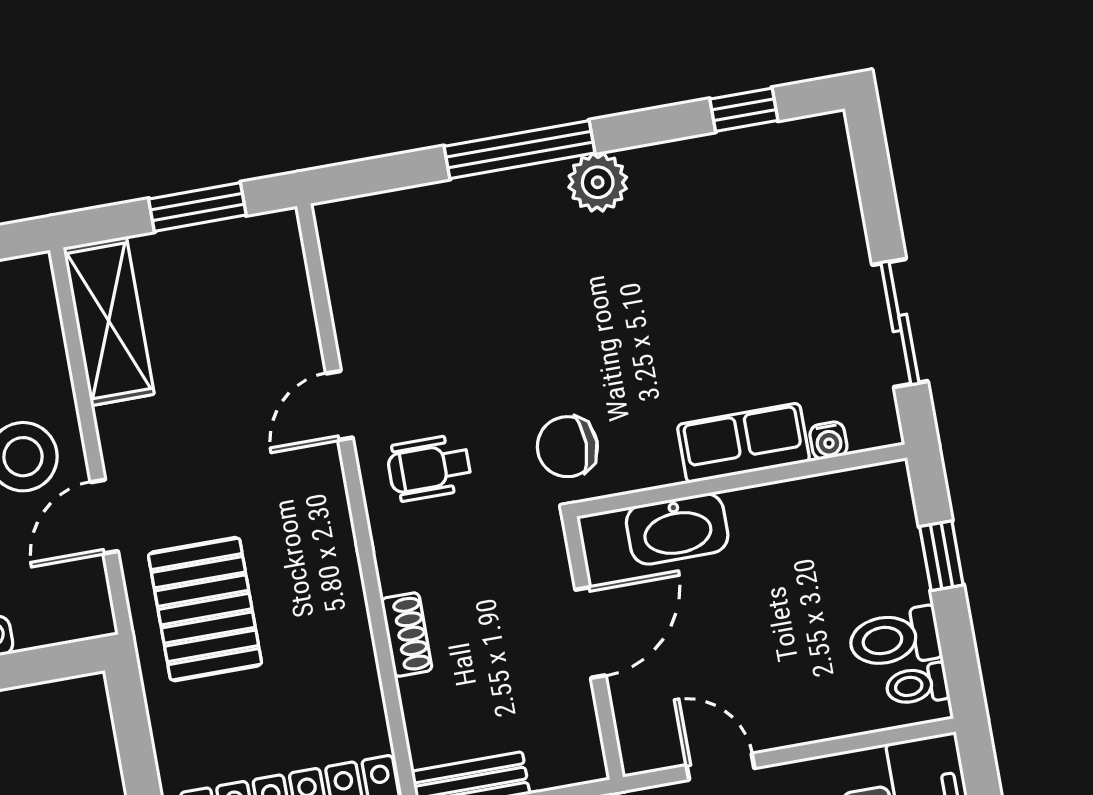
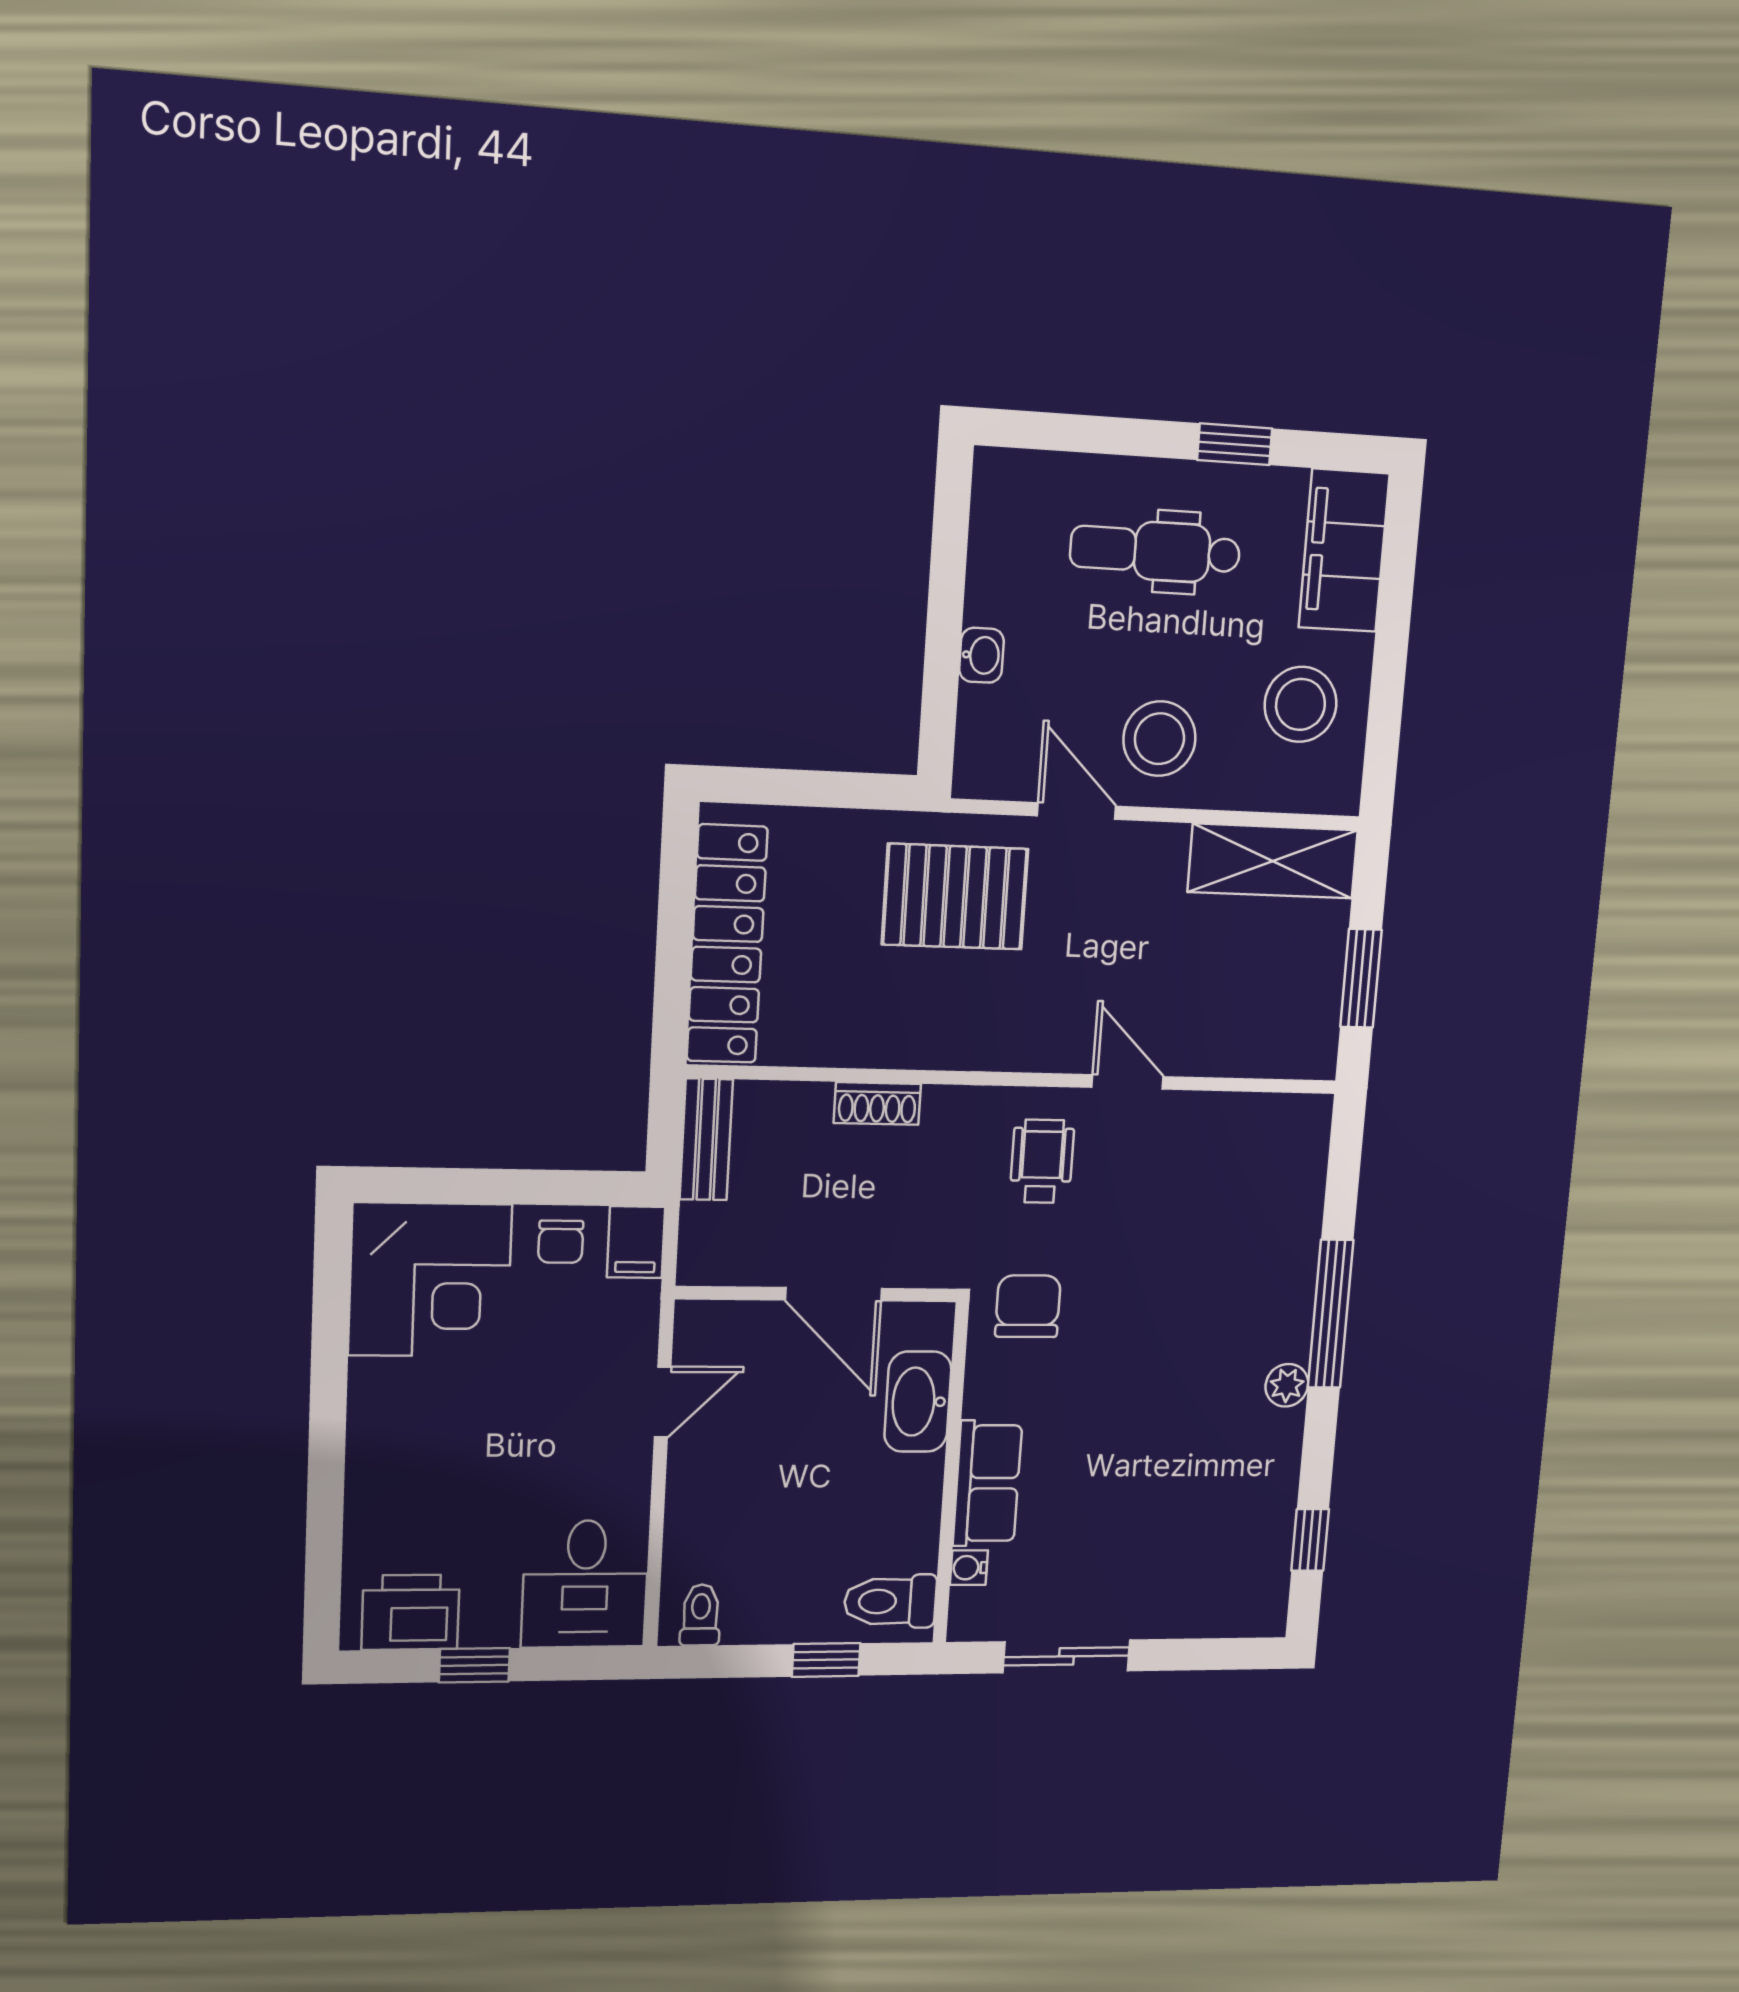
plant: (598, 182) -> (1287, 1385), width x0.73, depth x0.73
toilet: (895, 638) -> (890, 1601), moved, turned -90

